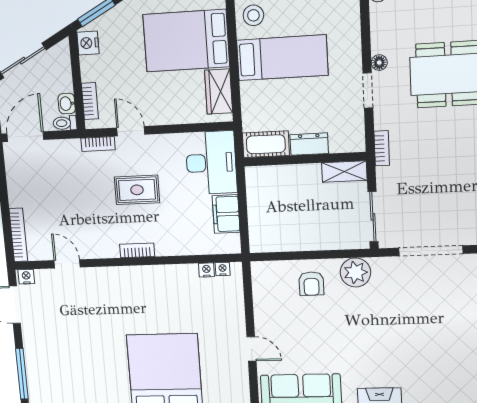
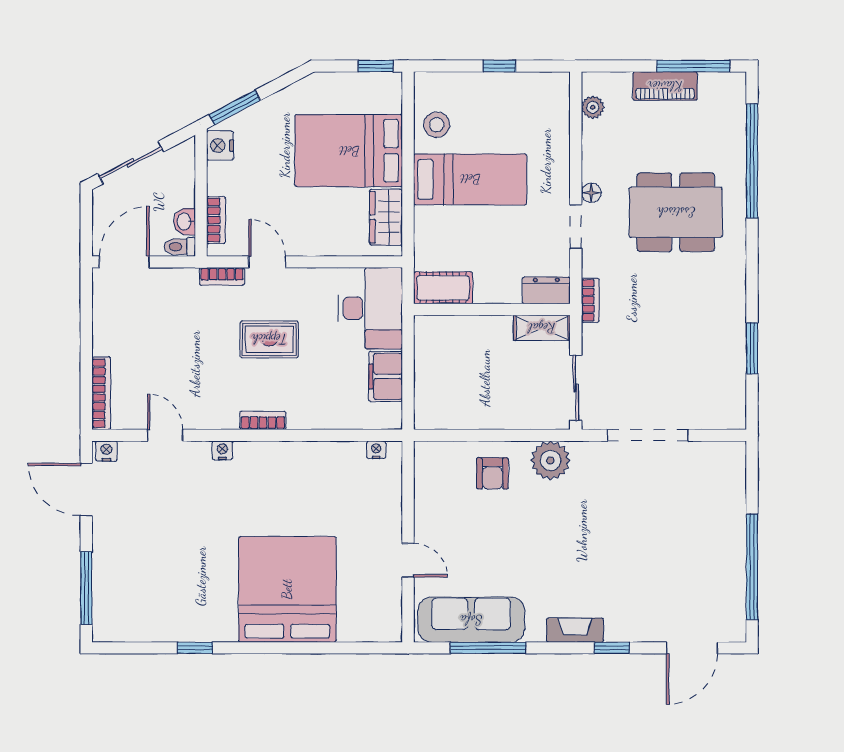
dresser: (309, 144) -> (546, 290), moved
nightstand: (206, 270) -> (222, 450), moved

